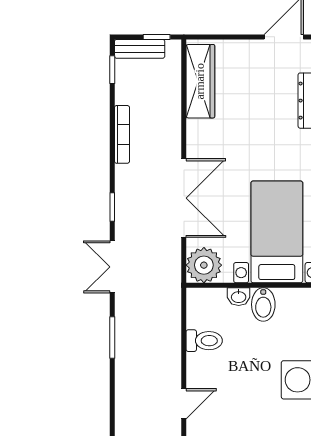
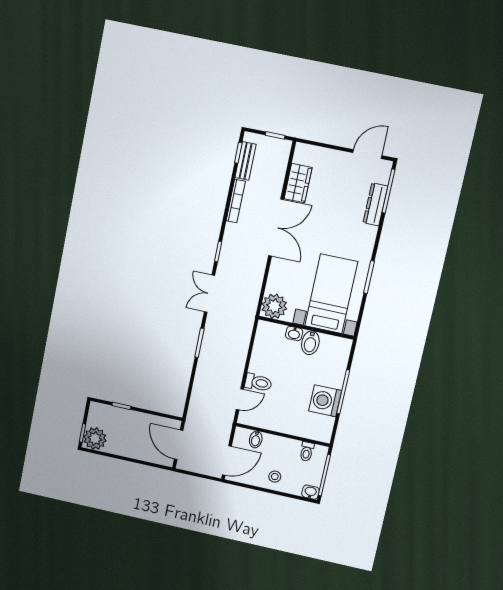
bench: (140, 49) -> (246, 161), moved, turned 90
wardrobe: (200, 81) -> (298, 183), width x0.67
double door: (184, 198) -> (276, 228), moved
toilet: (204, 341) -> (258, 383), moved

